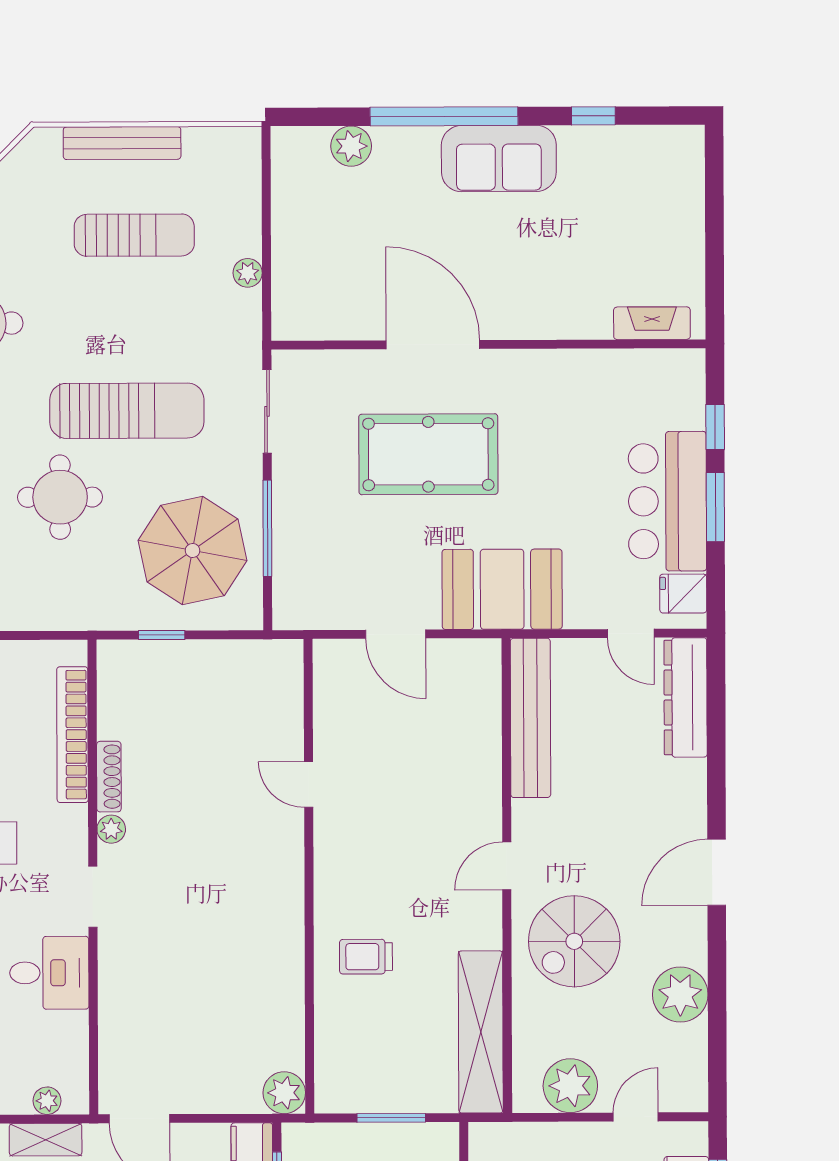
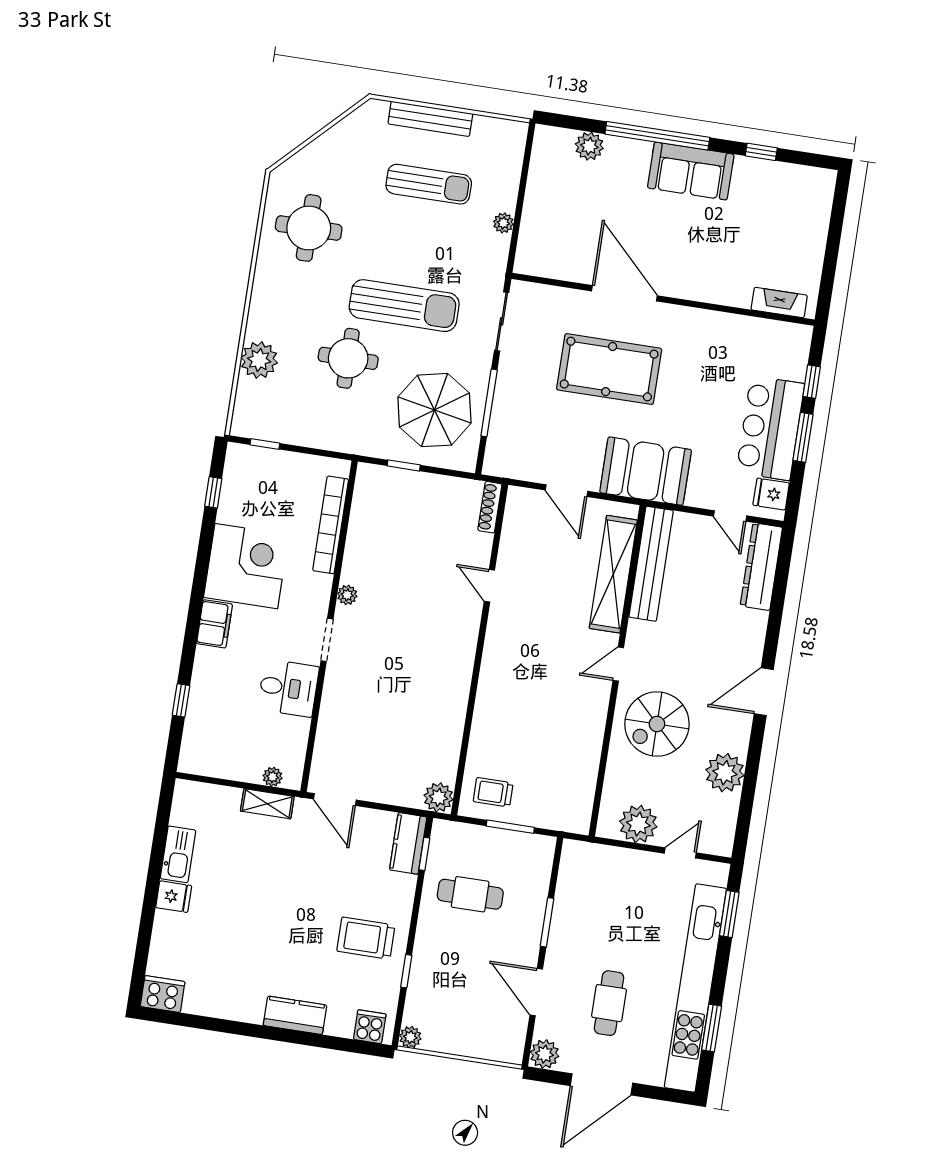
shoe rack: (109, 777) -> (490, 507), moved, turned 180
trolley: (366, 957) -> (493, 792), moved
shelving: (481, 1032) -> (613, 574), moved

